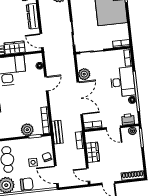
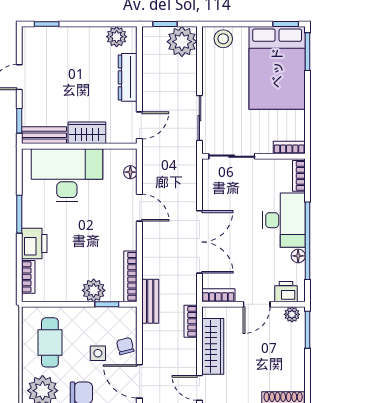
door: (42, 41) -> (139, 125), swing flipped
plant: (84, 74) -> (213, 197), removed
door: (46, 84) -> (139, 208), hinge flipped
door: (113, 128) -> (257, 304), hinge flipped
wardrobe: (93, 152) -> (213, 346), width x1.50

